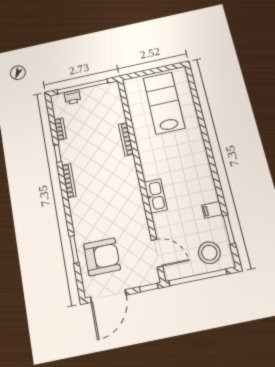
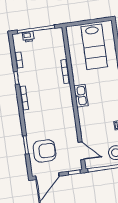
lab bench: (164, 103) -> (94, 47), turned 180
kitchen sink: (156, 196) -> (81, 96), moved

